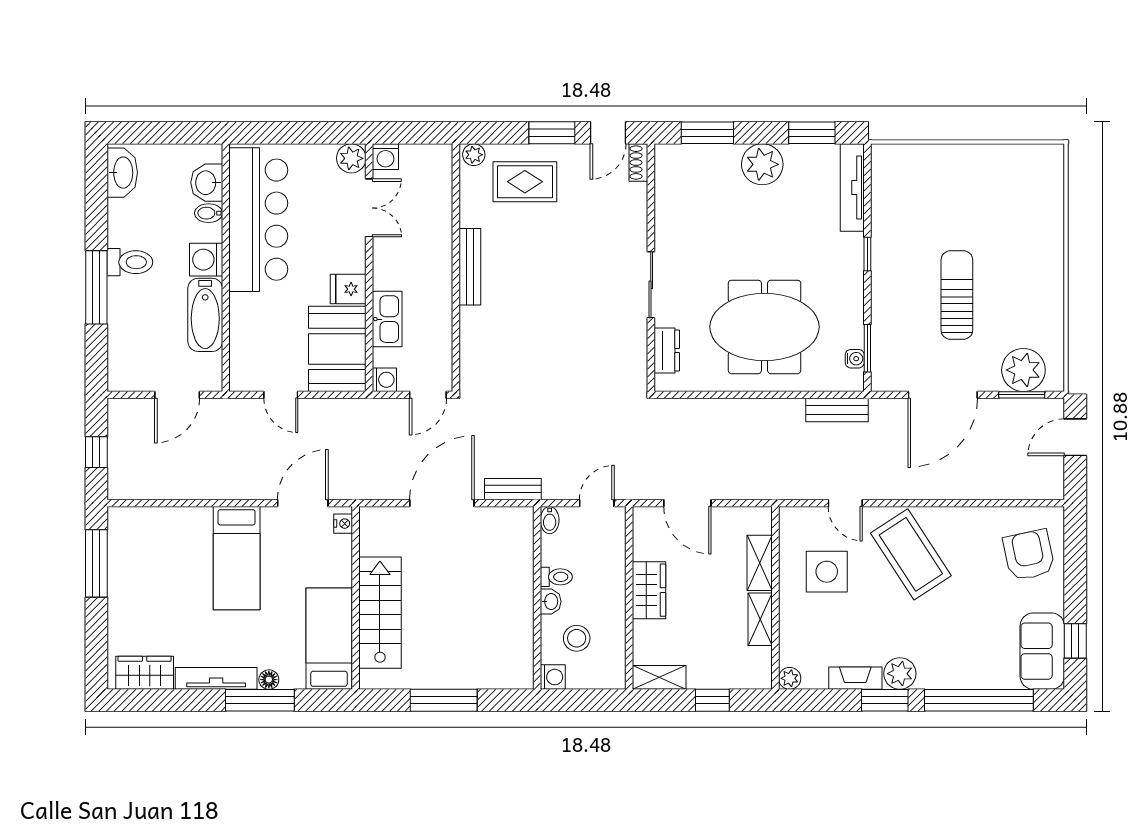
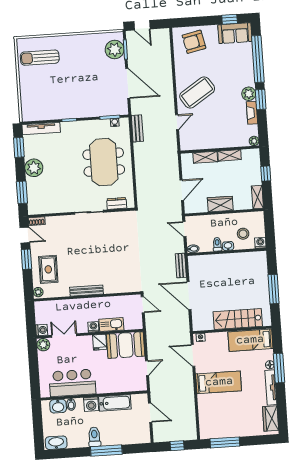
bar counter: (258, 220) -> (72, 383), width x0.73
sun lounger: (957, 295) -> (40, 58), moved
washing machine: (384, 380) -> (93, 327), moved
side table: (827, 572) -> (207, 128), removed

